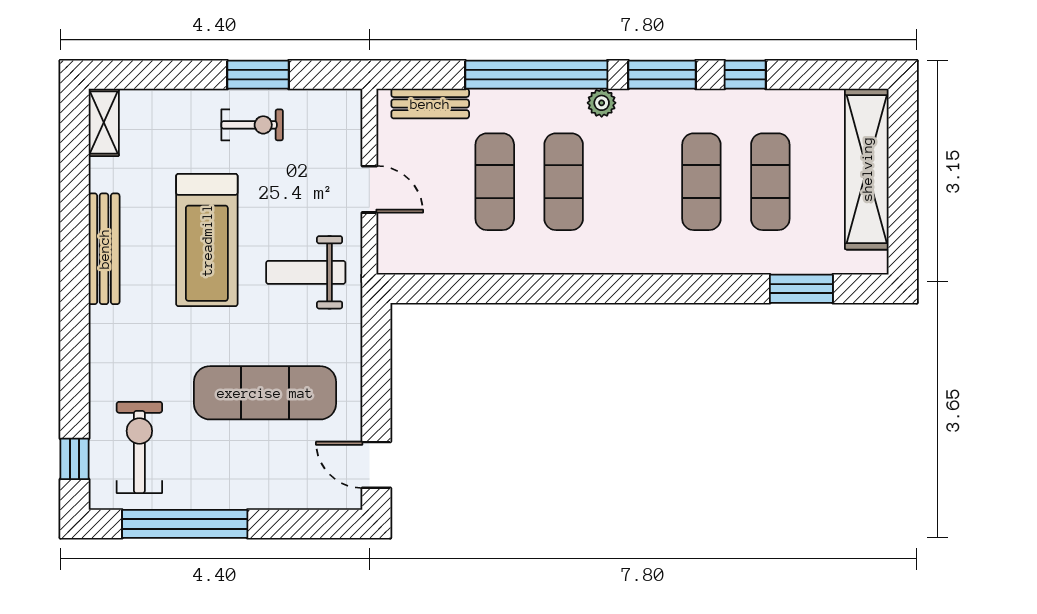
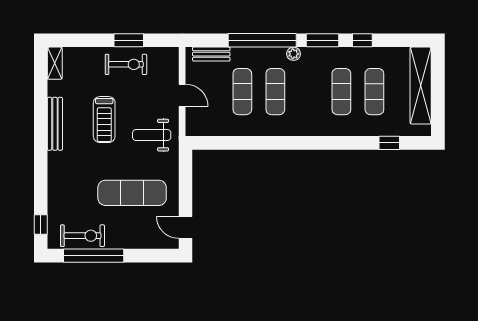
exercise bike: (252, 125) -> (126, 64), width x1.38, depth x1.39
treadmill: (207, 240) -> (104, 120), width x0.73, depth x0.73
window: (801, 289) -> (389, 143), width x0.67
exercise bike: (139, 447) -> (83, 236), moved, turned 90

